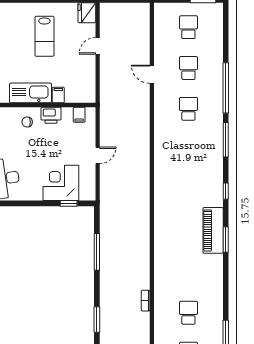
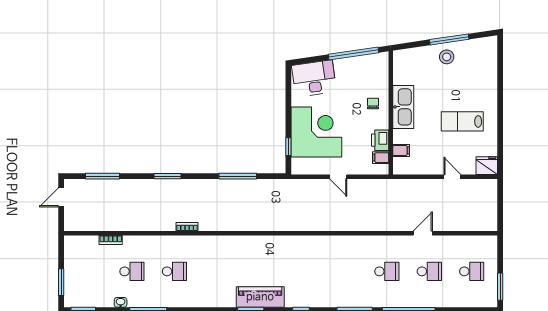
filing cabinet: (58, 95) -> (401, 150), moved
printer: (51, 115) -> (380, 140), moved
corner desk: (61, 183) -> (316, 132), width x1.36, depth x1.36

